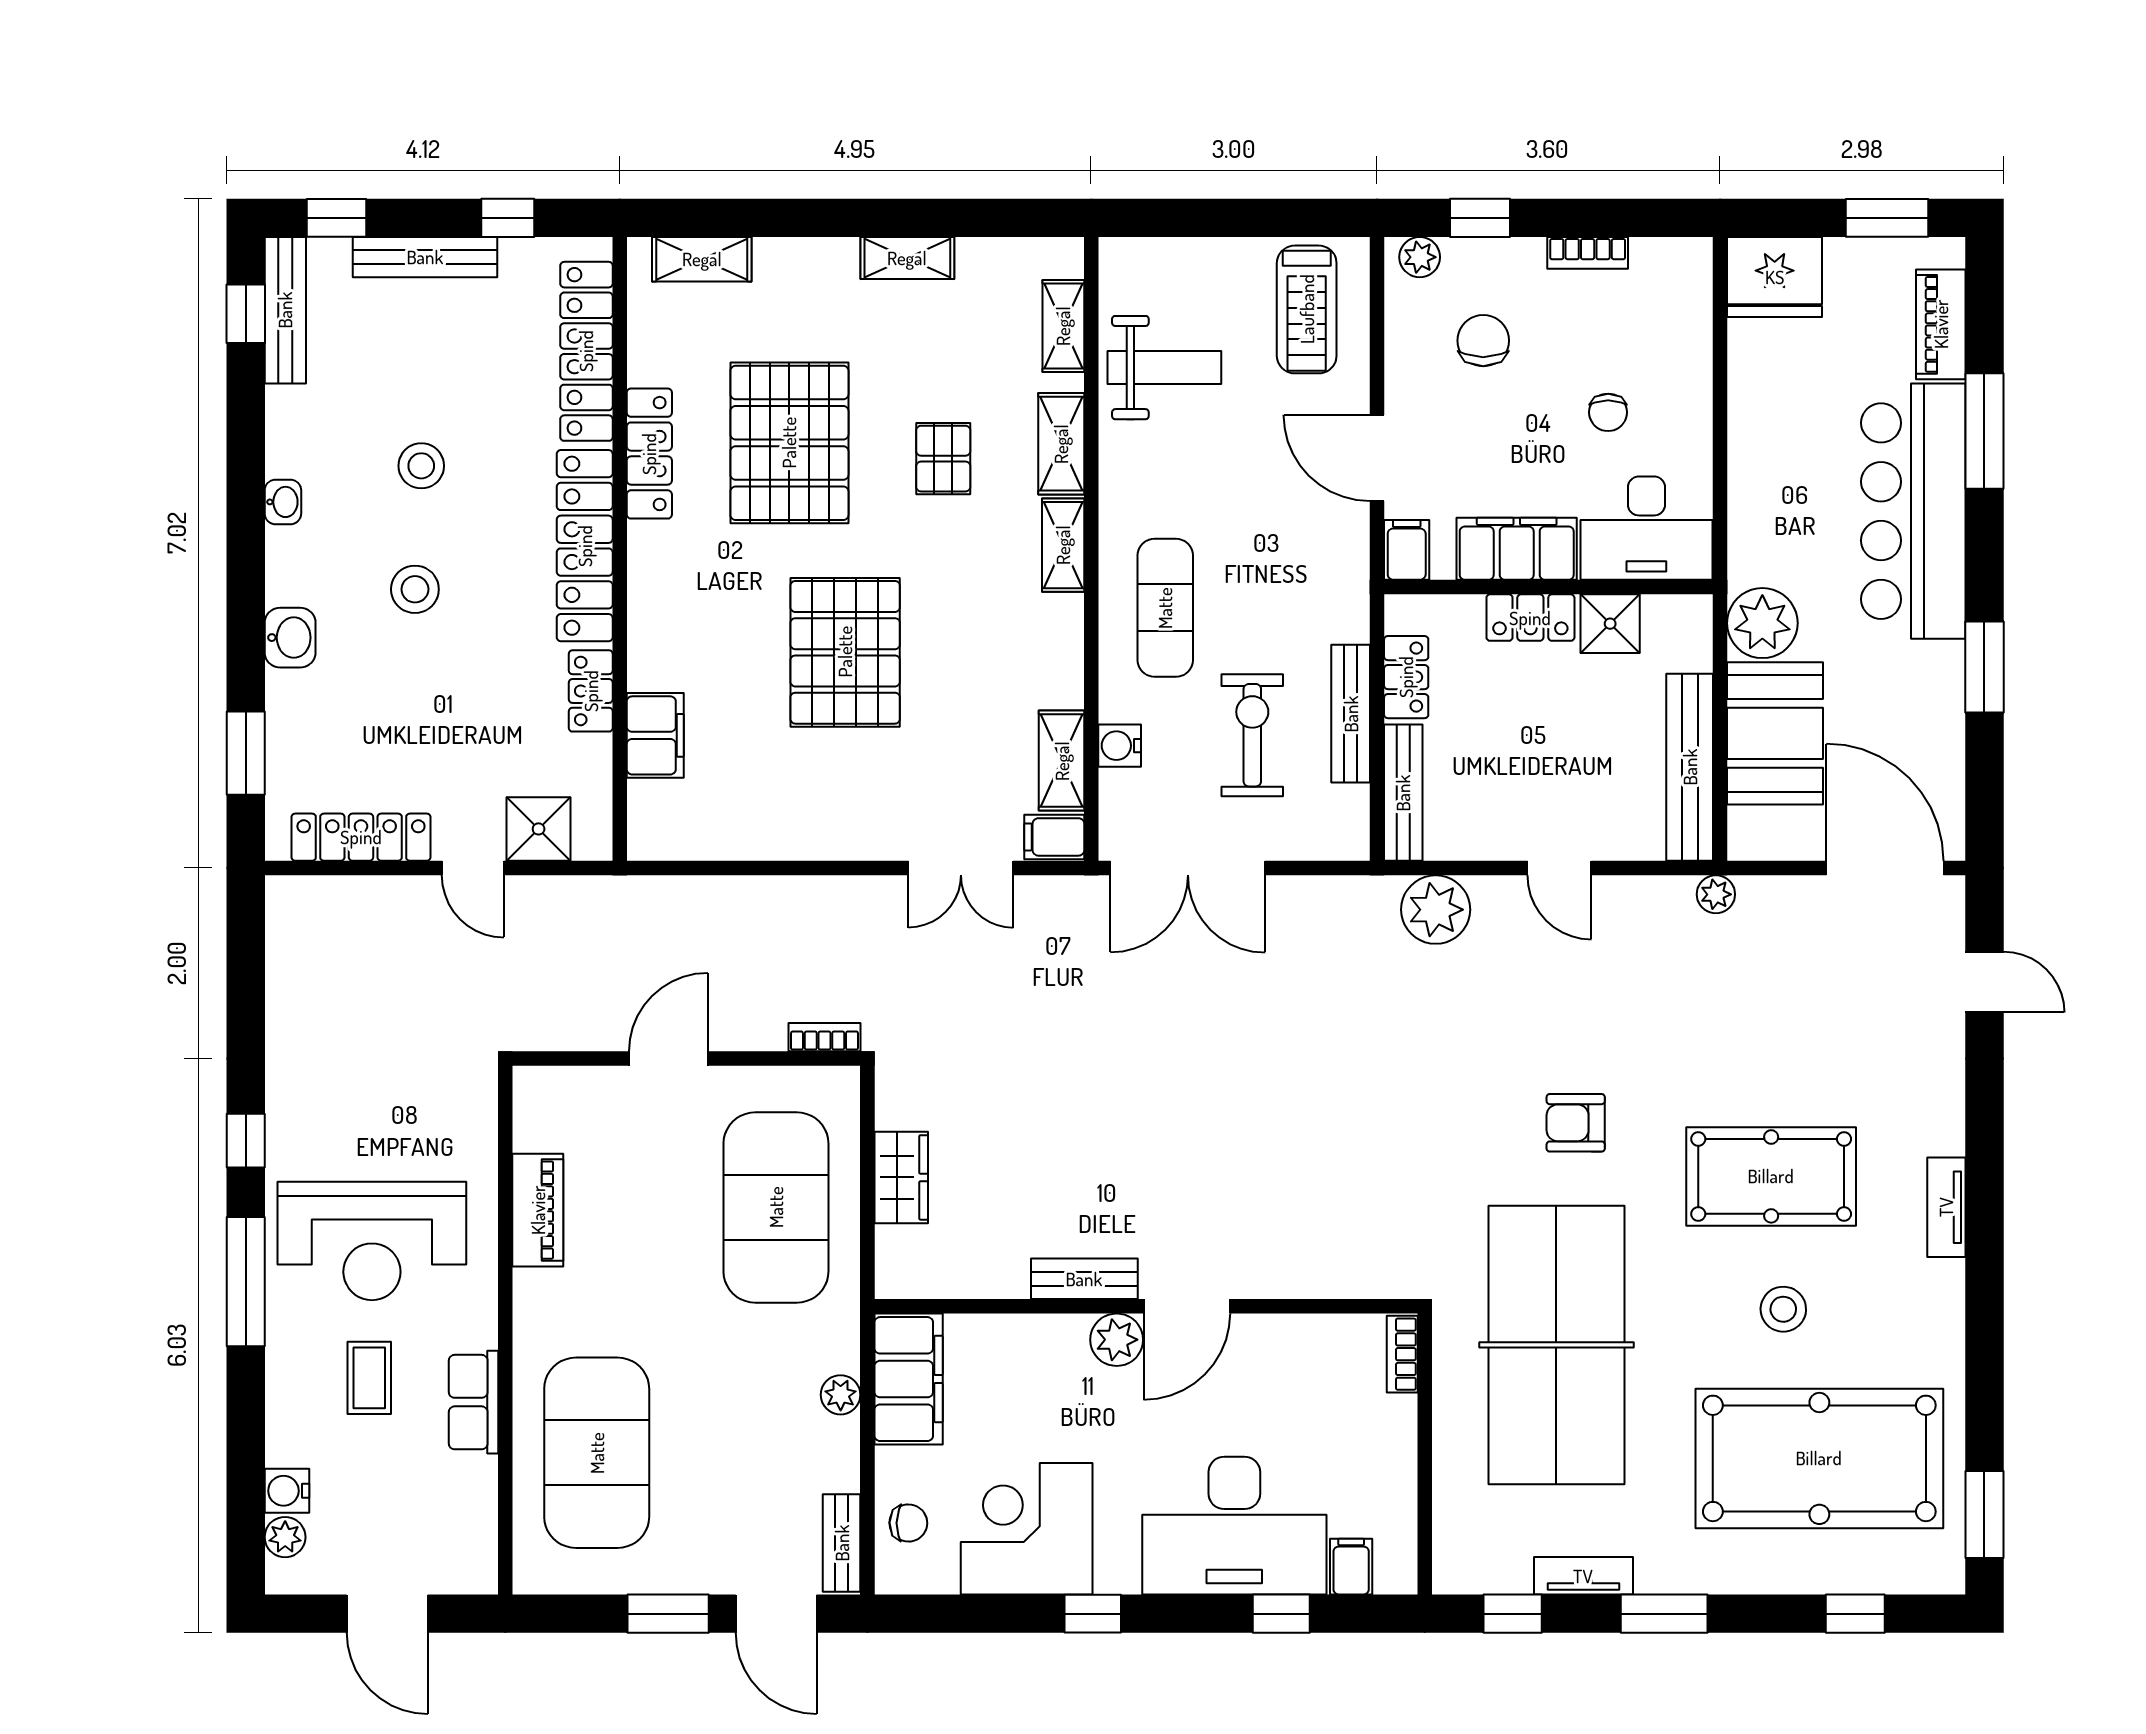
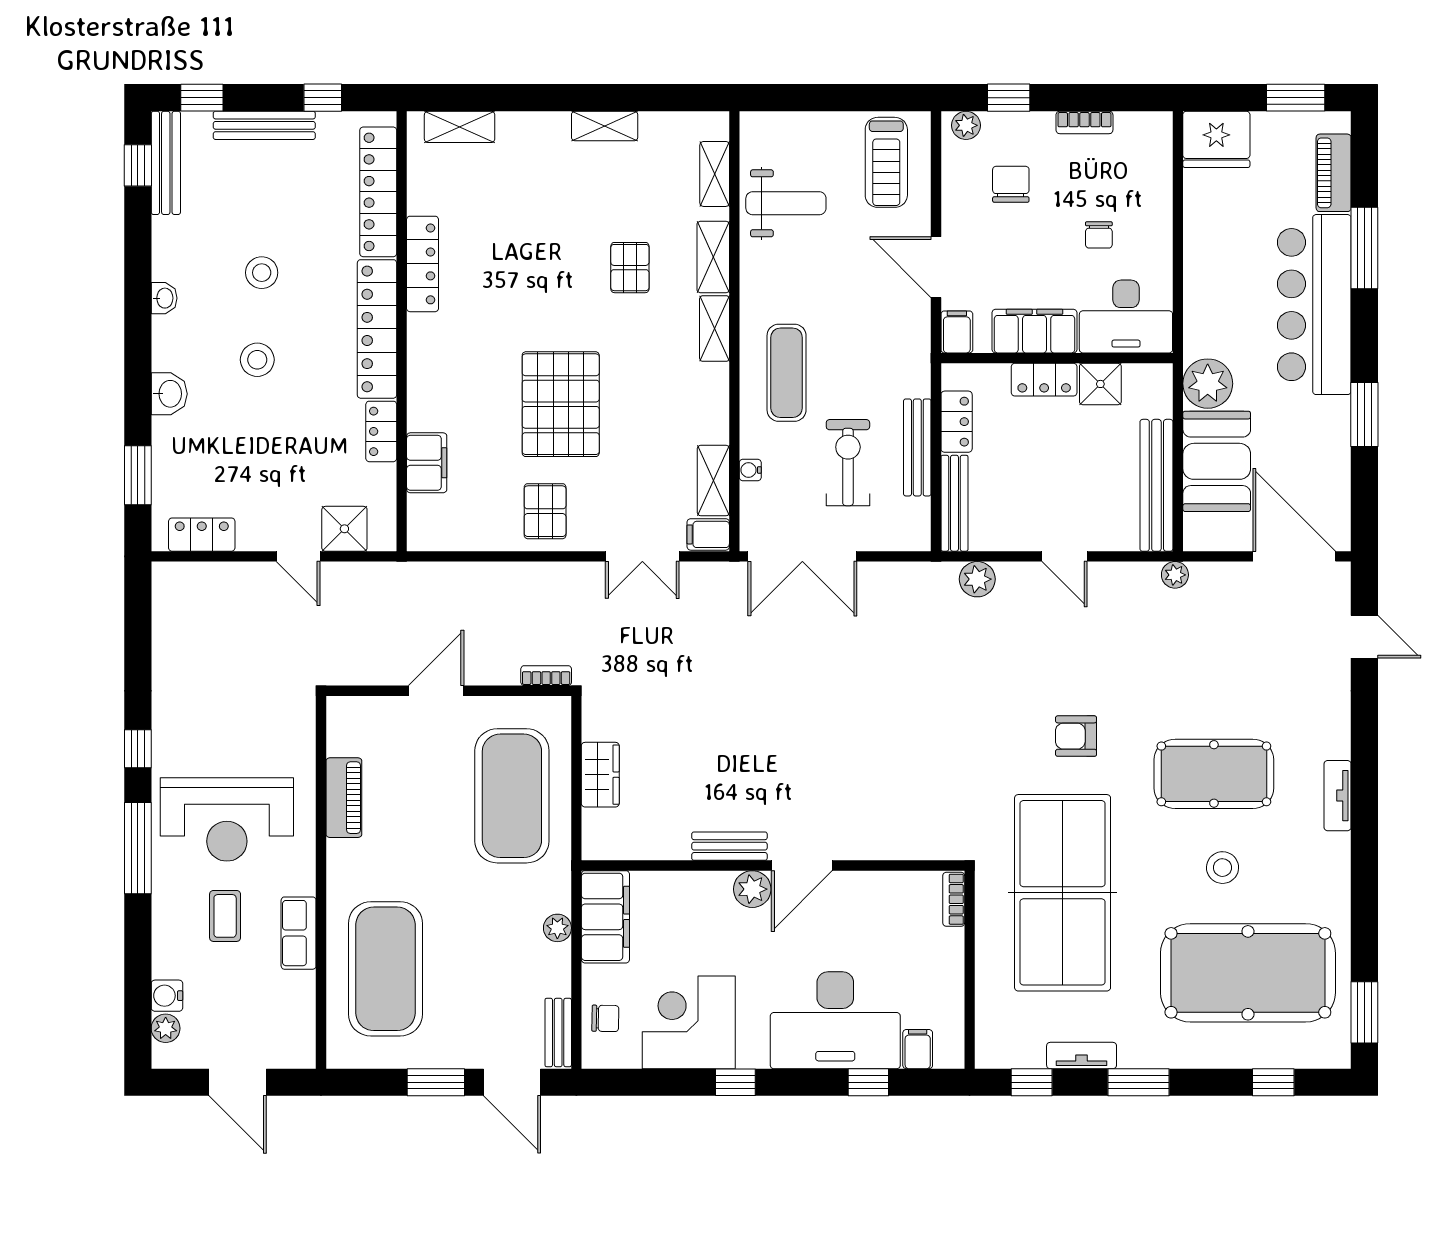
pallet: (789, 443) -> (545, 511), moved, width x0.49, depth x0.50
water cooler: (1120, 746) -> (750, 470), width x0.72, depth x0.72
locker: (361, 837) -> (202, 535), width x0.66
plant: (1436, 910) -> (977, 579), width x0.73, depth x0.73

